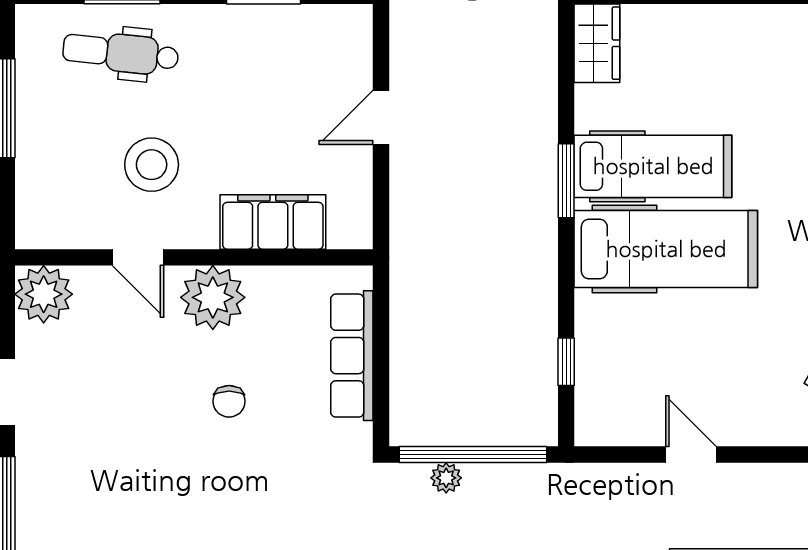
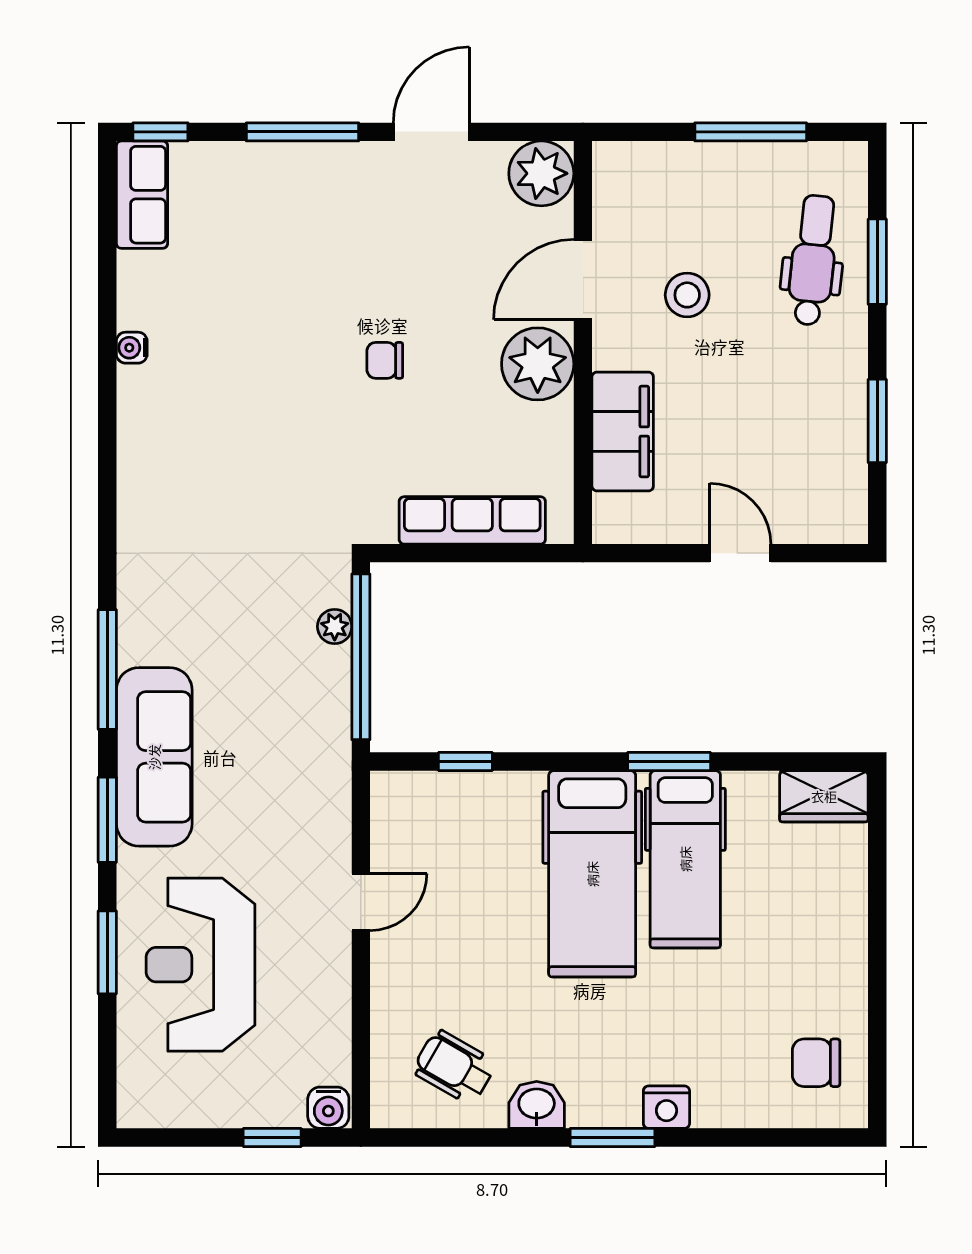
stool: (152, 165) -> (687, 295), width x0.73, depth x0.73
door: (138, 257) -> (583, 280), width x1.38
chair: (229, 401) -> (385, 360), moved

